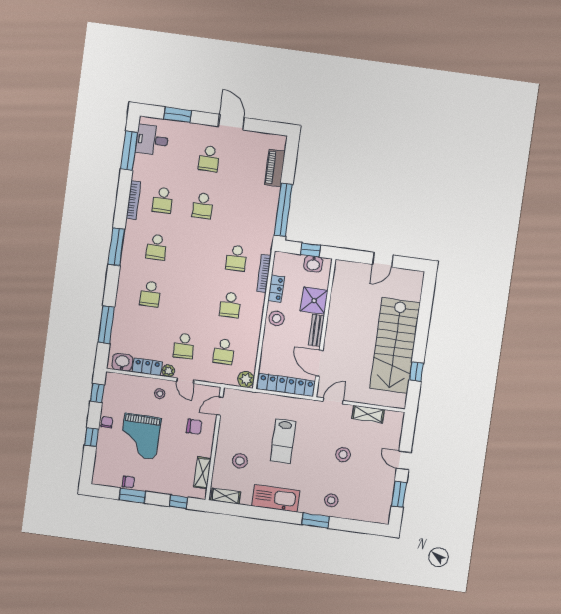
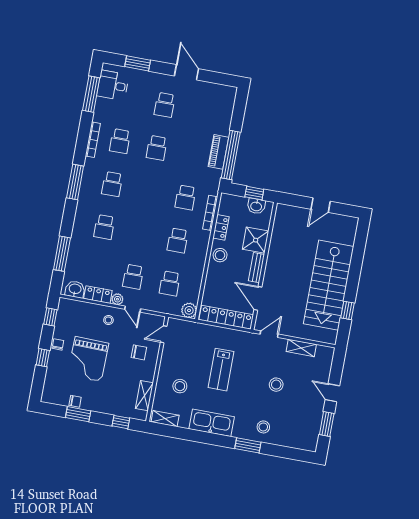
piano: (275, 168) -> (218, 152), moved

